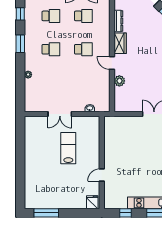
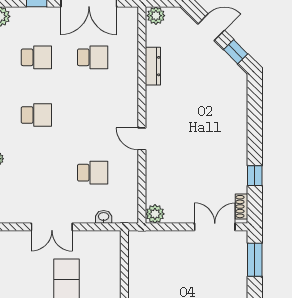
wardrobe: (120, 43) -> (156, 105), removed
school desk: (83, 49) -> (93, 173), moved
plant: (119, 81) -> (155, 214), moved

